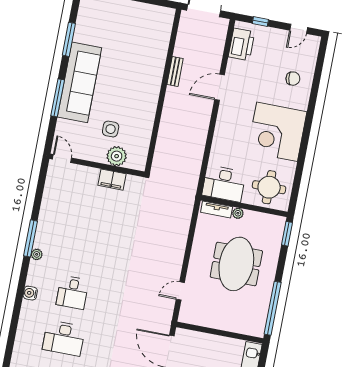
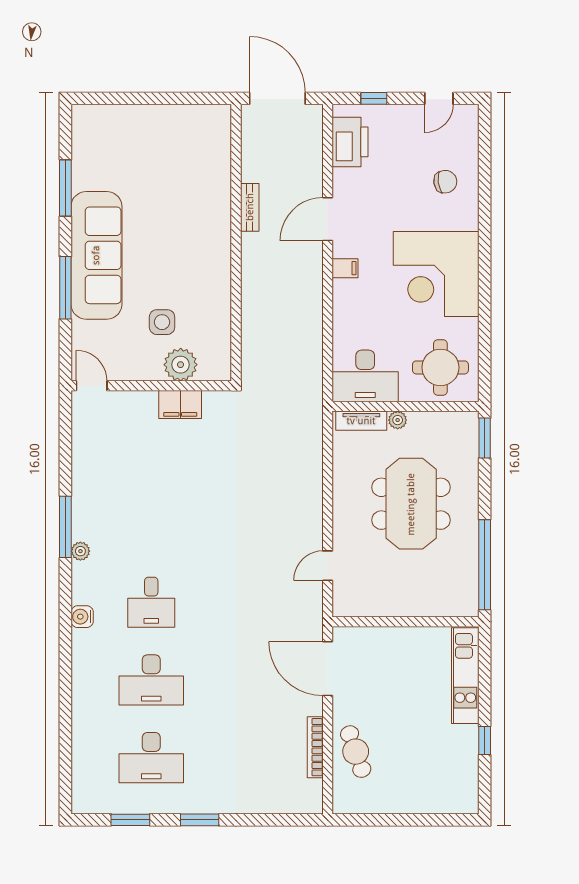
filing cabinet: (224, 118) -> (345, 268), added

